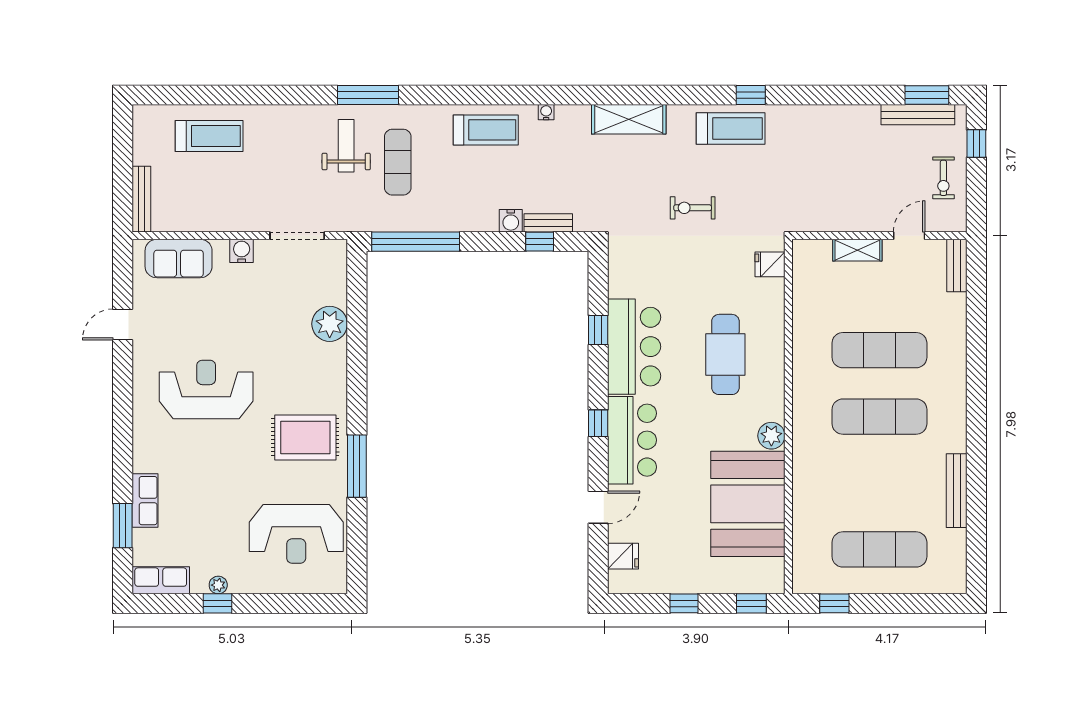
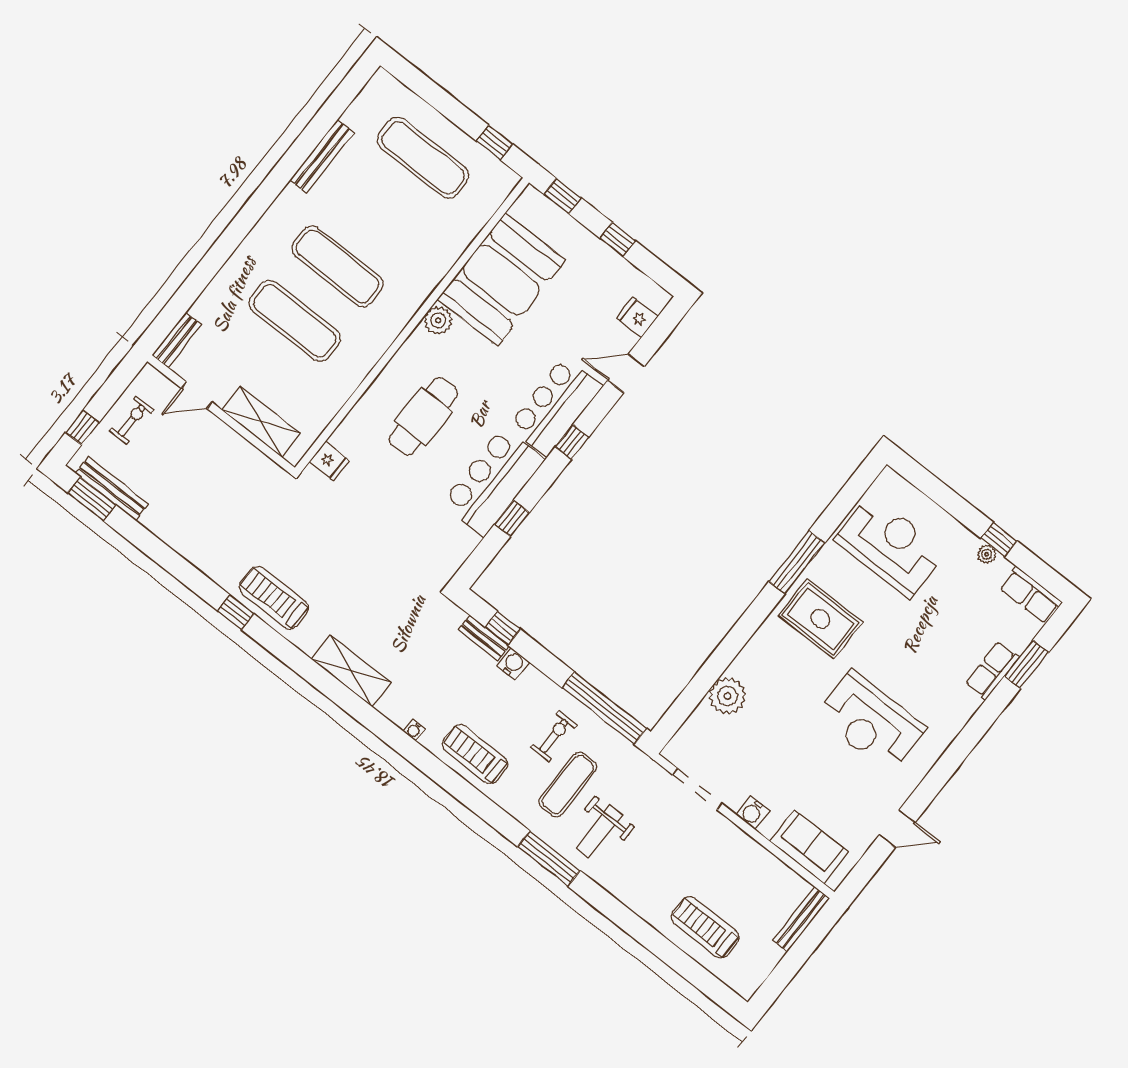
exercise bike: (693, 208) -> (554, 736), moved, turned -90
shelving: (857, 250) -> (261, 422), width x1.50, depth x1.33

